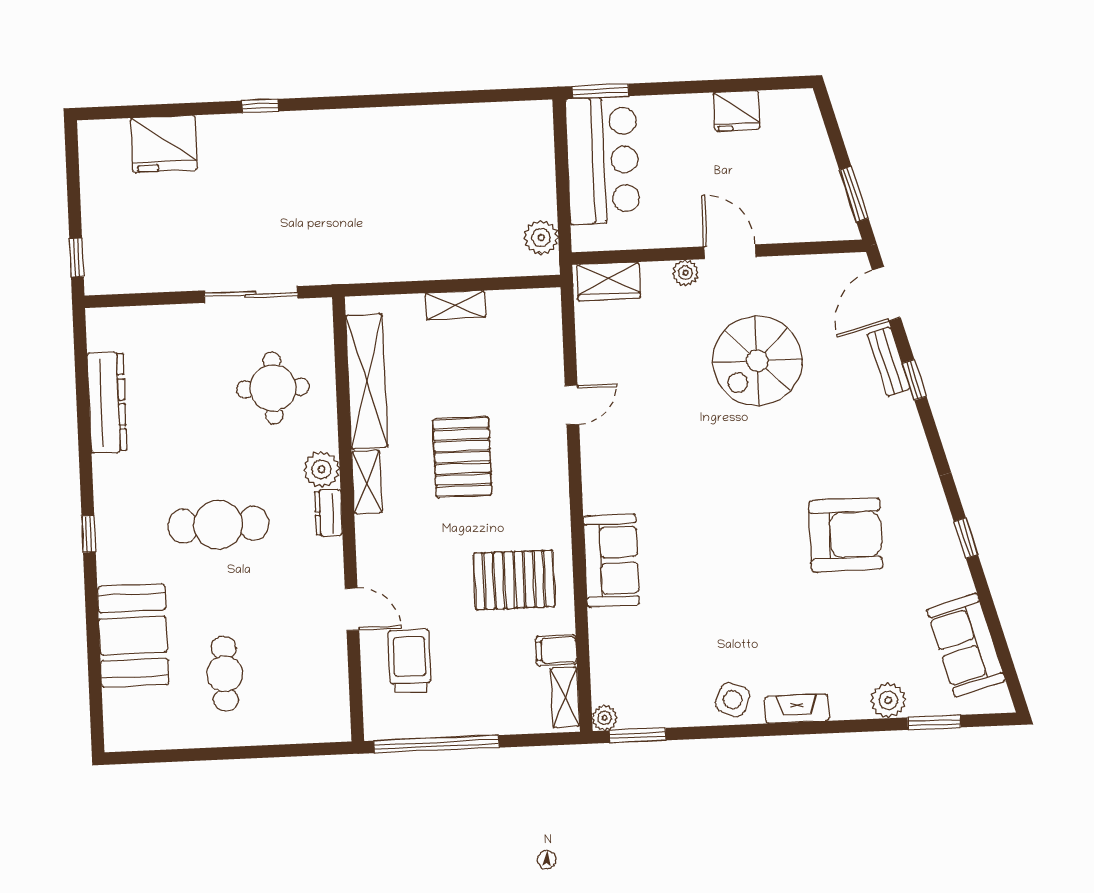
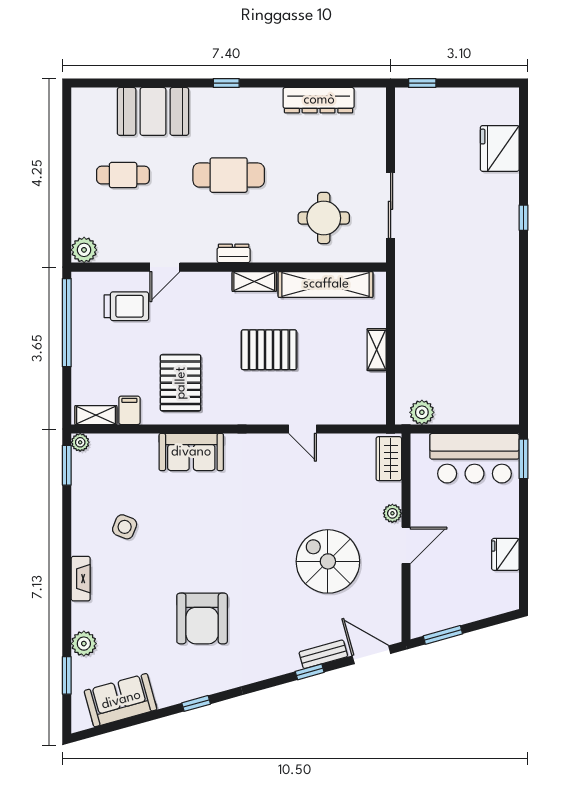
plant: (322, 469) -> (84, 250), moved
cafe table: (218, 525) -> (229, 175), turned 90
side table: (733, 700) -> (125, 527), moved

